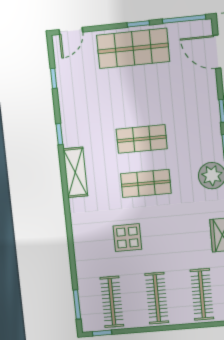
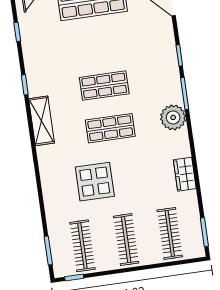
display table: (127, 238) -> (95, 182), width x1.36, depth x1.36

